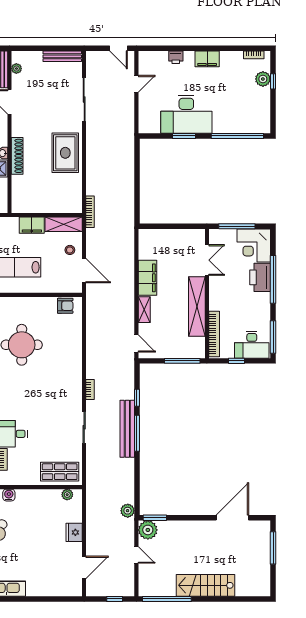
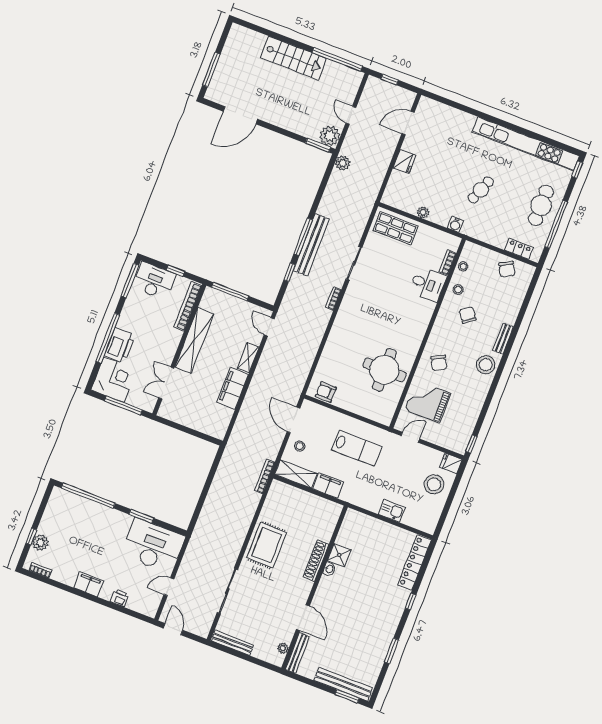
desk: (186, 114) -> (153, 546), moved
plant: (67, 495) -> (423, 212), moved

